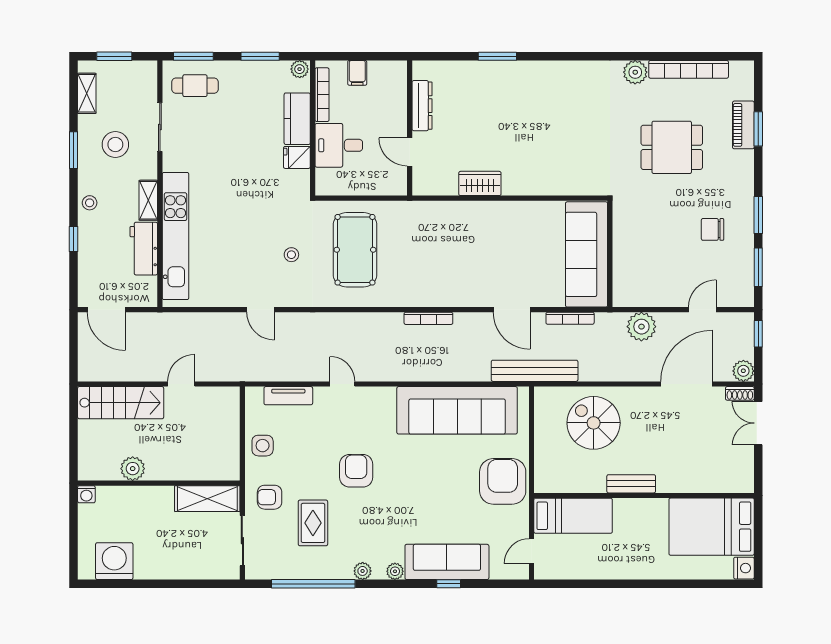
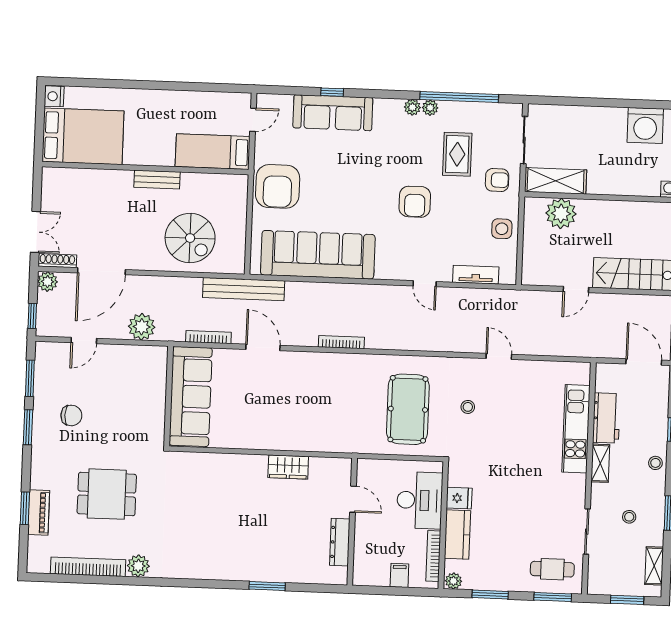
stool: (115, 145) -> (629, 517), width x0.53, depth x0.53
desk: (339, 145) -> (420, 500), width x1.37
kitchen unit: (176, 236) -> (576, 429), width x0.73
shoe rack: (740, 393) -> (57, 261), width x1.43
plant: (133, 469) -> (561, 213), moved, width x1.36, depth x1.36
plant: (395, 571) -> (430, 108), moved

